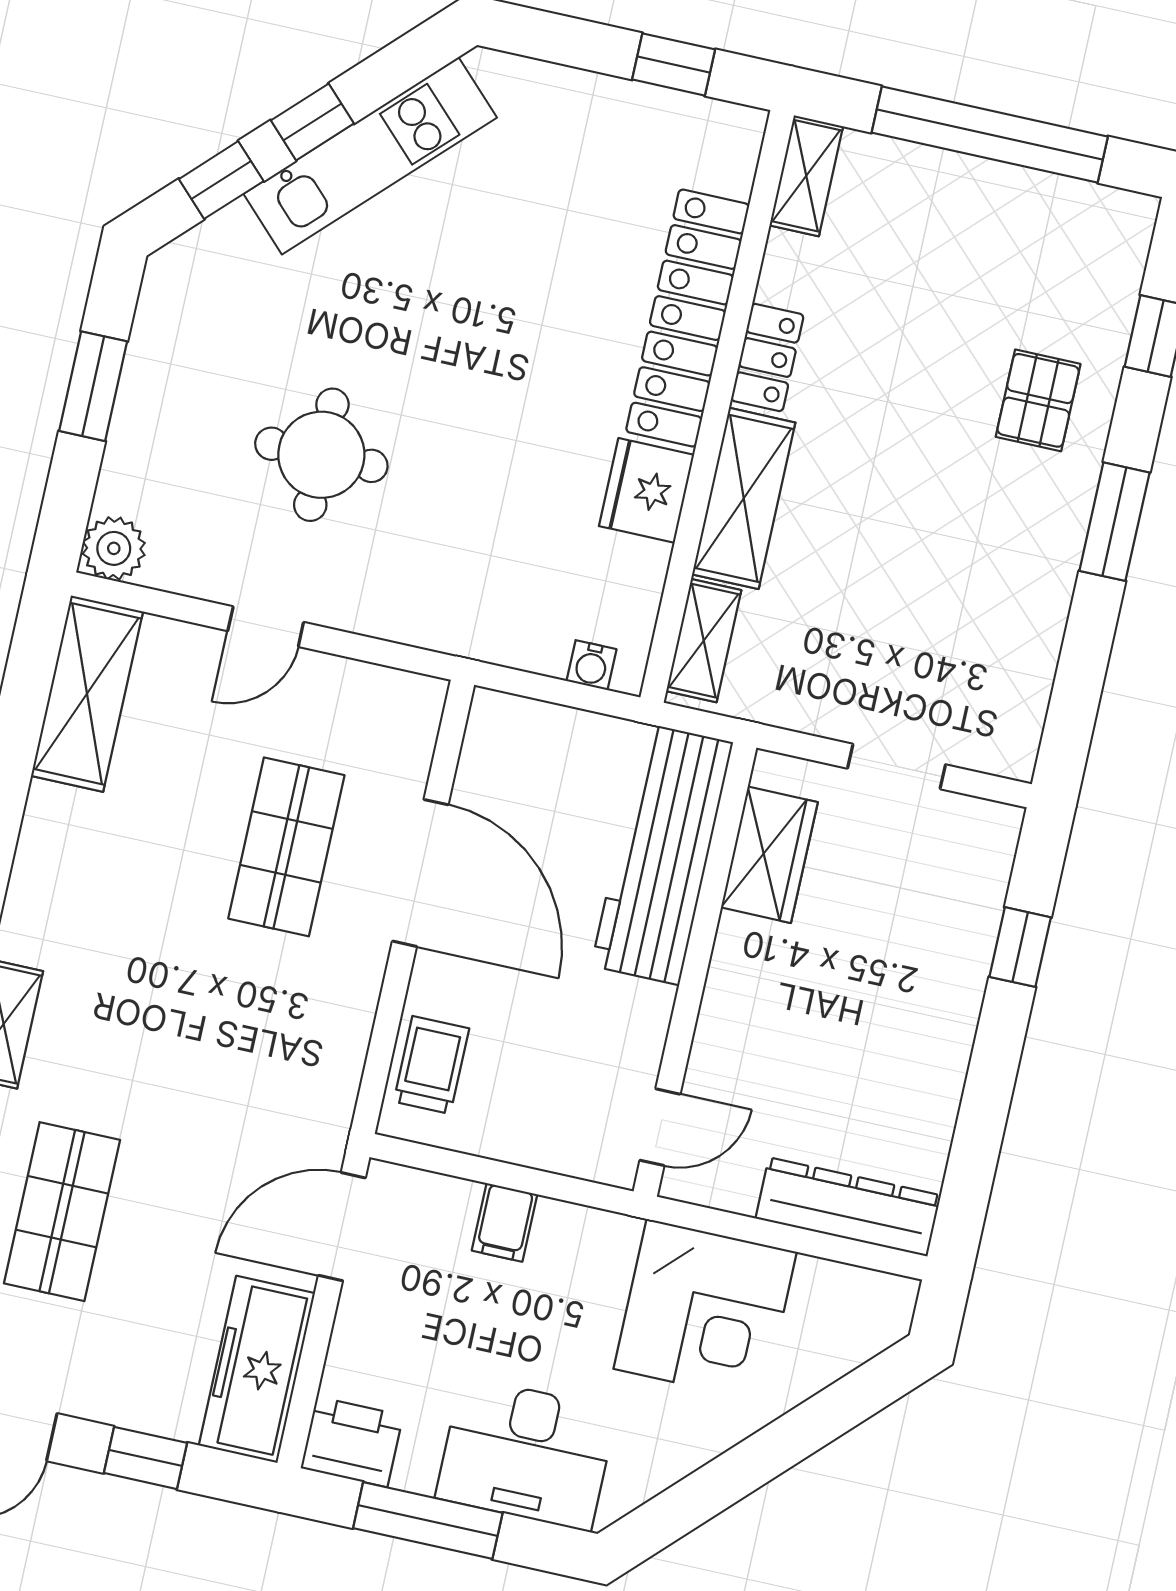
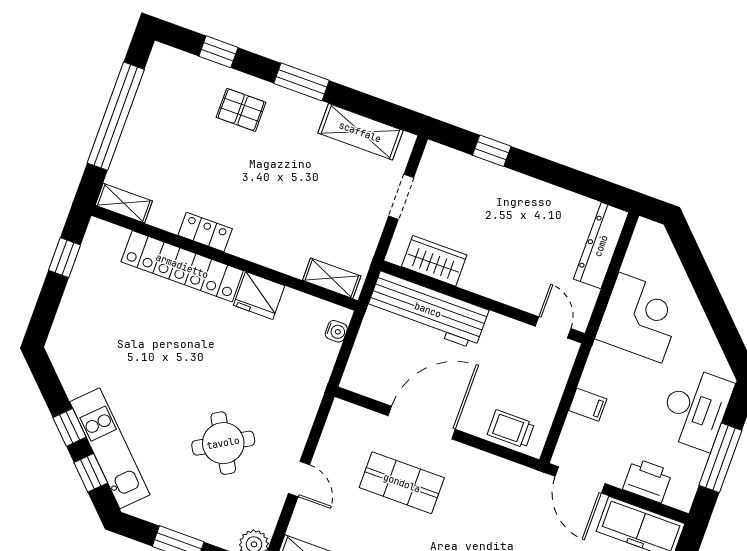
kitchen unit: (370, 156) -> (110, 448), moved
round table: (321, 455) -> (223, 443), turned -30
shelving: (744, 498) -> (360, 132), moved
printer: (352, 1442) -> (648, 480), moved, turned 90

